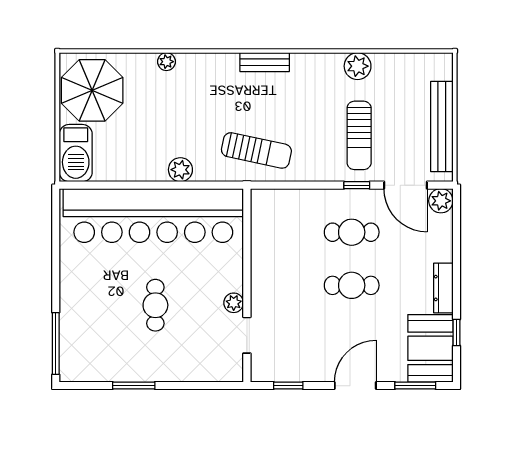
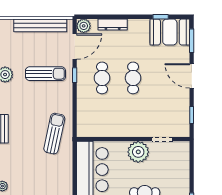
plant: (180, 170) -> (66, 178), removed
dresser: (443, 288) -> (113, 24), moved
plant: (234, 303) -> (138, 152), width x1.87, depth x1.87

